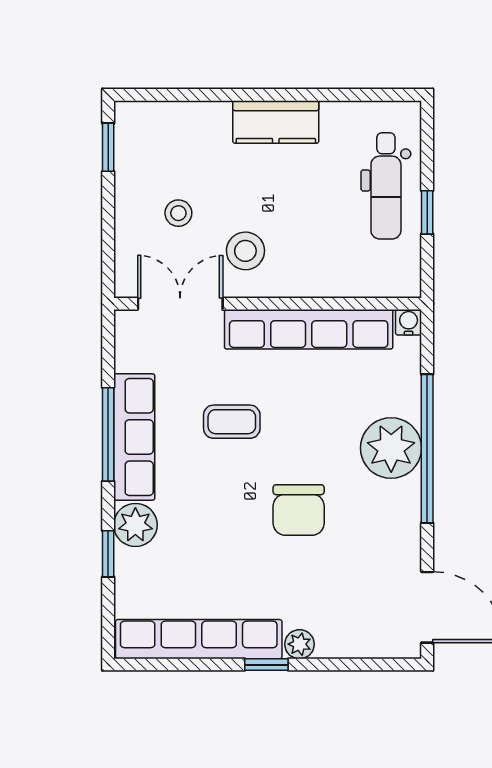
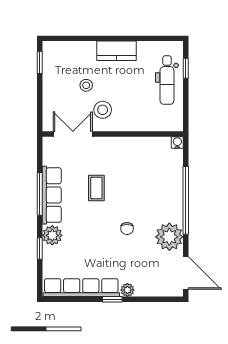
window: (427, 212) -> (186, 68), moved
stool: (178, 213) -> (86, 85), moved
row of seats: (309, 329) -> (132, 146), removed
coffee table: (232, 422) -> (96, 188), turned 90
plant: (391, 448) -> (169, 237), moved
chair: (299, 510) -> (127, 228), width x0.54, depth x0.54

